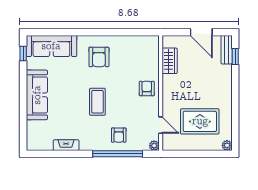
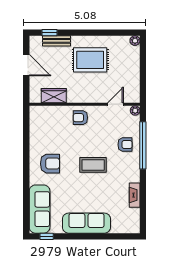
door: (201, 32) -> (26, 65), hinge flipped
bench: (227, 50) -> (57, 41), moved
rug: (200, 121) -> (90, 60), moved, turned 90

